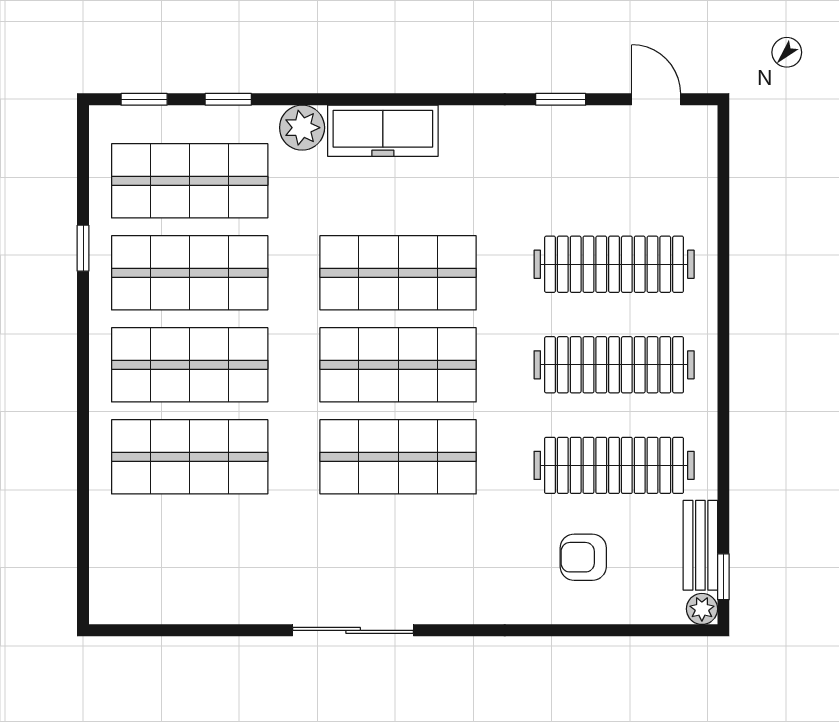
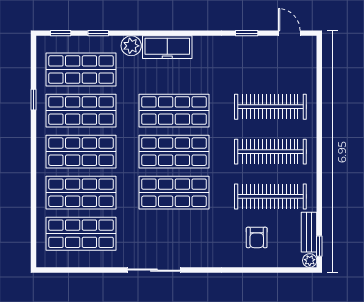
shop shelf: (190, 549) -> (81, 234), added
armchair: (583, 557) -> (257, 237), turned -90

